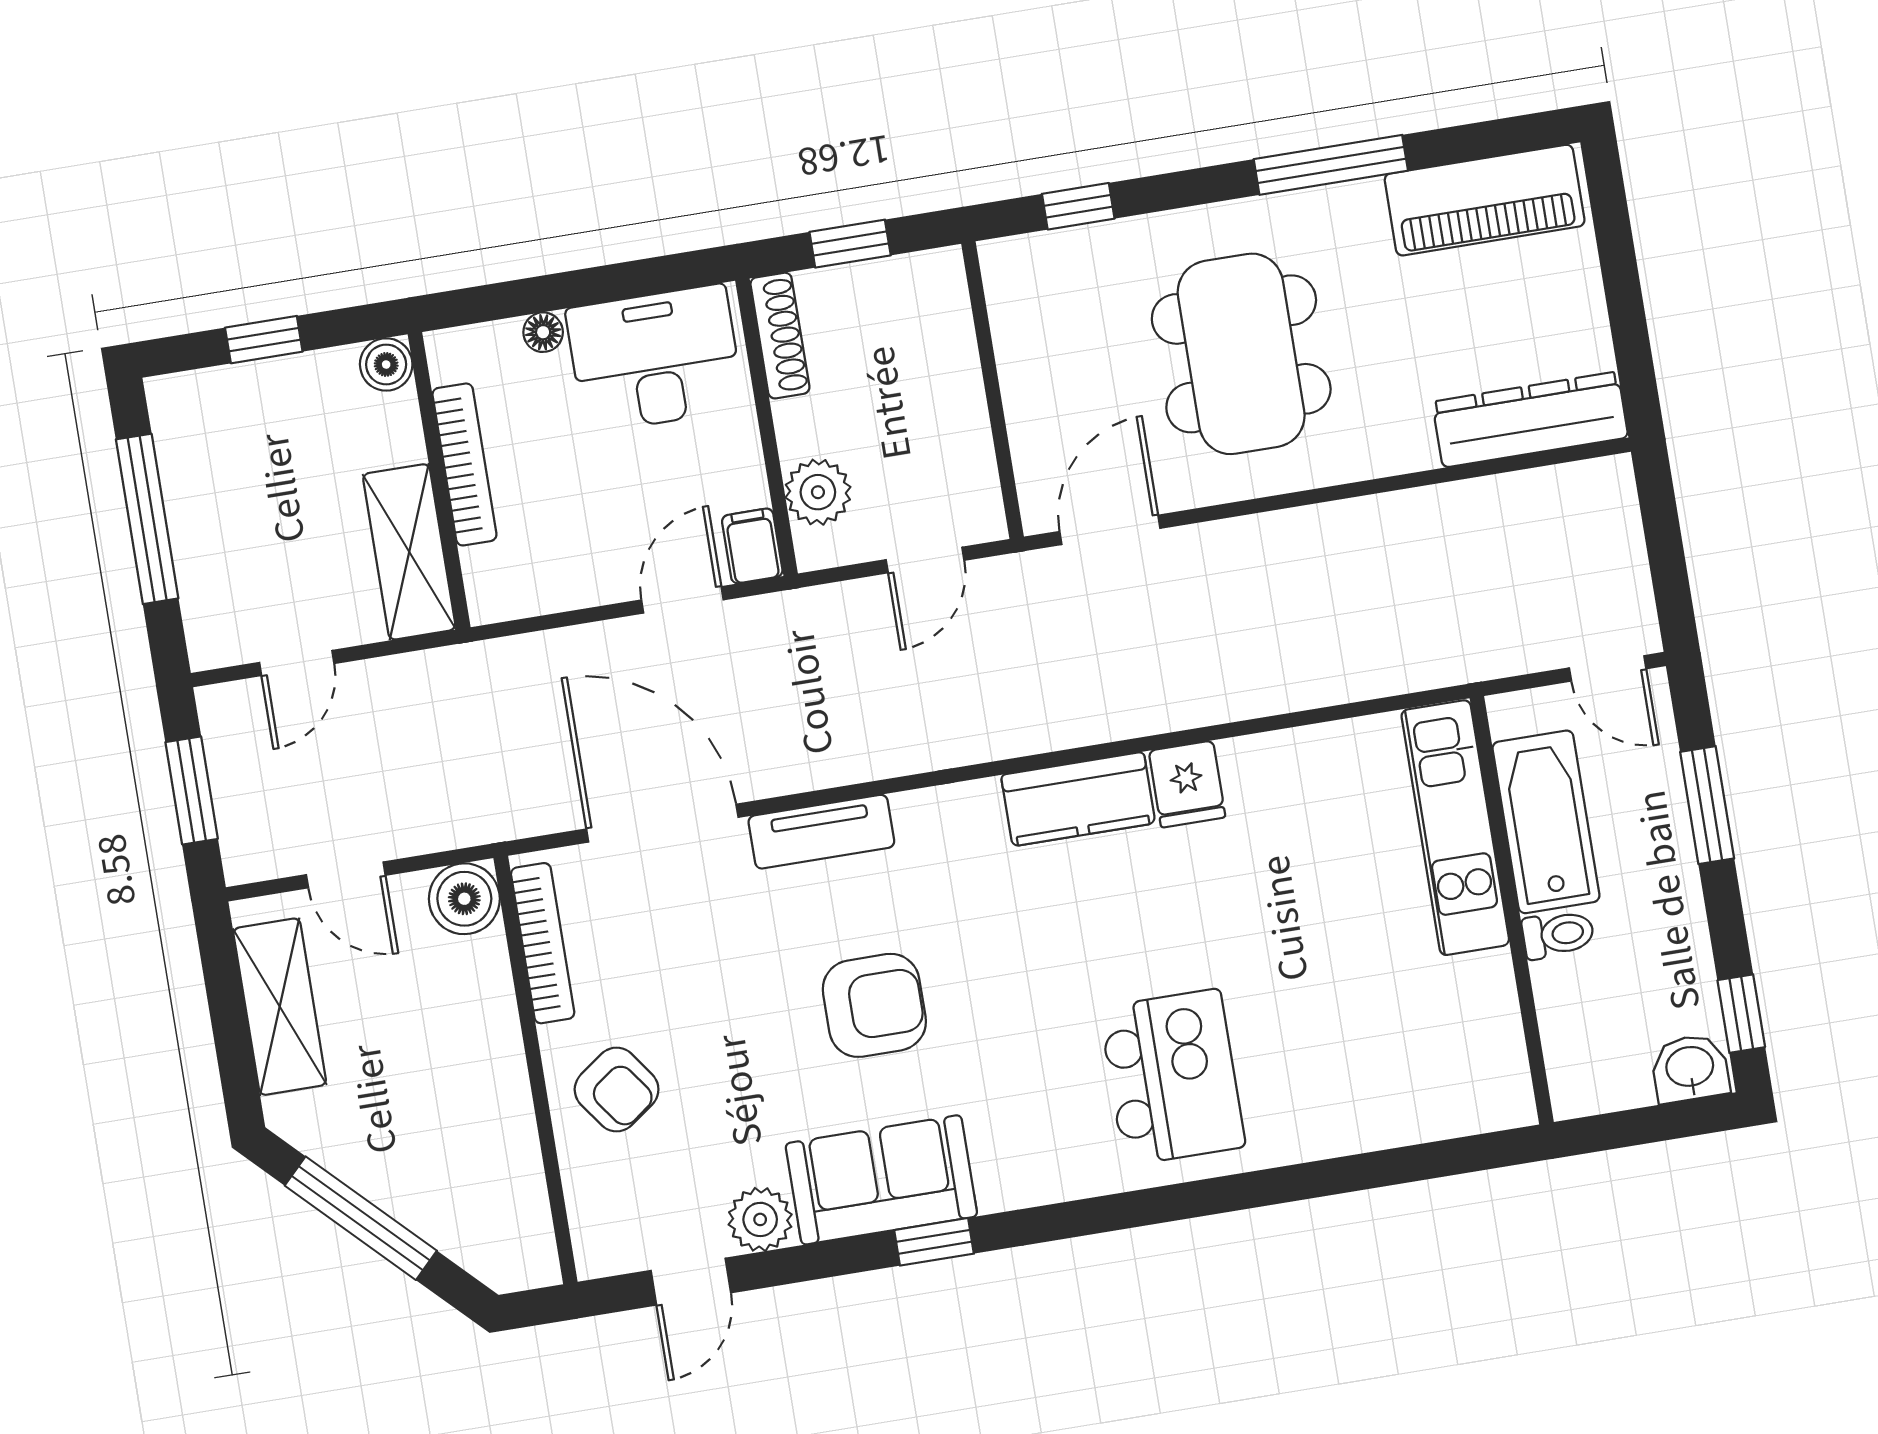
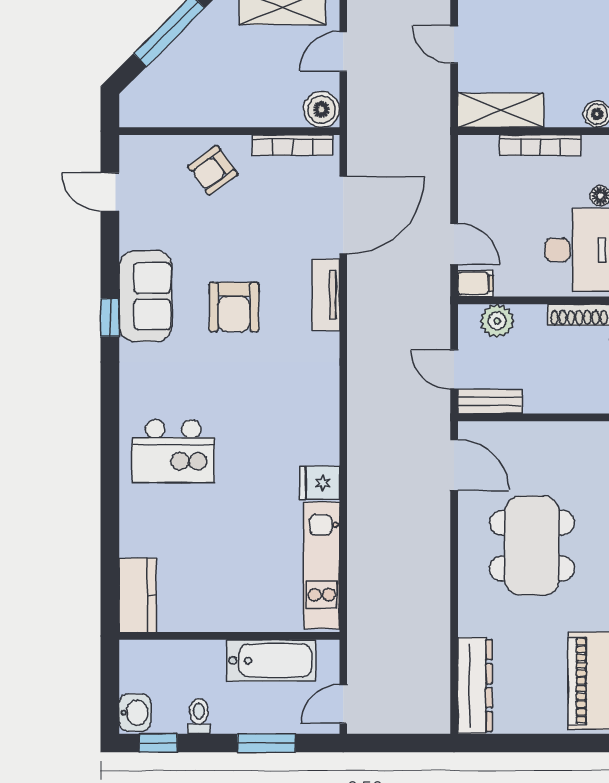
dining table: (1241, 354) -> (532, 546), turned 90
bench: (976, 481) -> (490, 401), added
kitchen counter: (1078, 799) -> (138, 595), moved, turned 180
kitchen unit: (1455, 828) -> (322, 565), moved, turned -90
toilet: (1558, 934) -> (199, 716), moved, turned 180
plant: (760, 1219) -> (136, 232), removed

